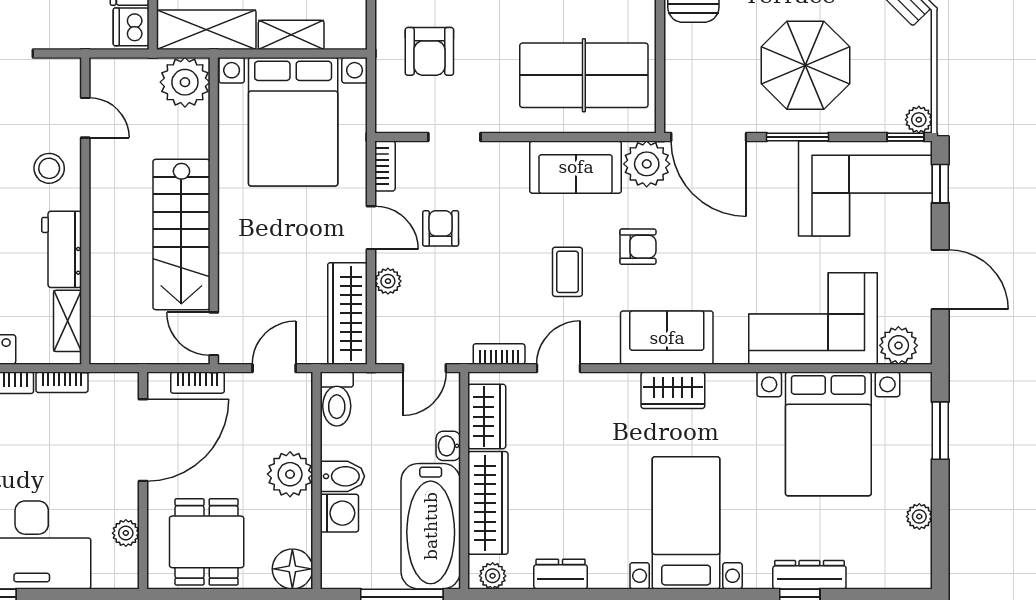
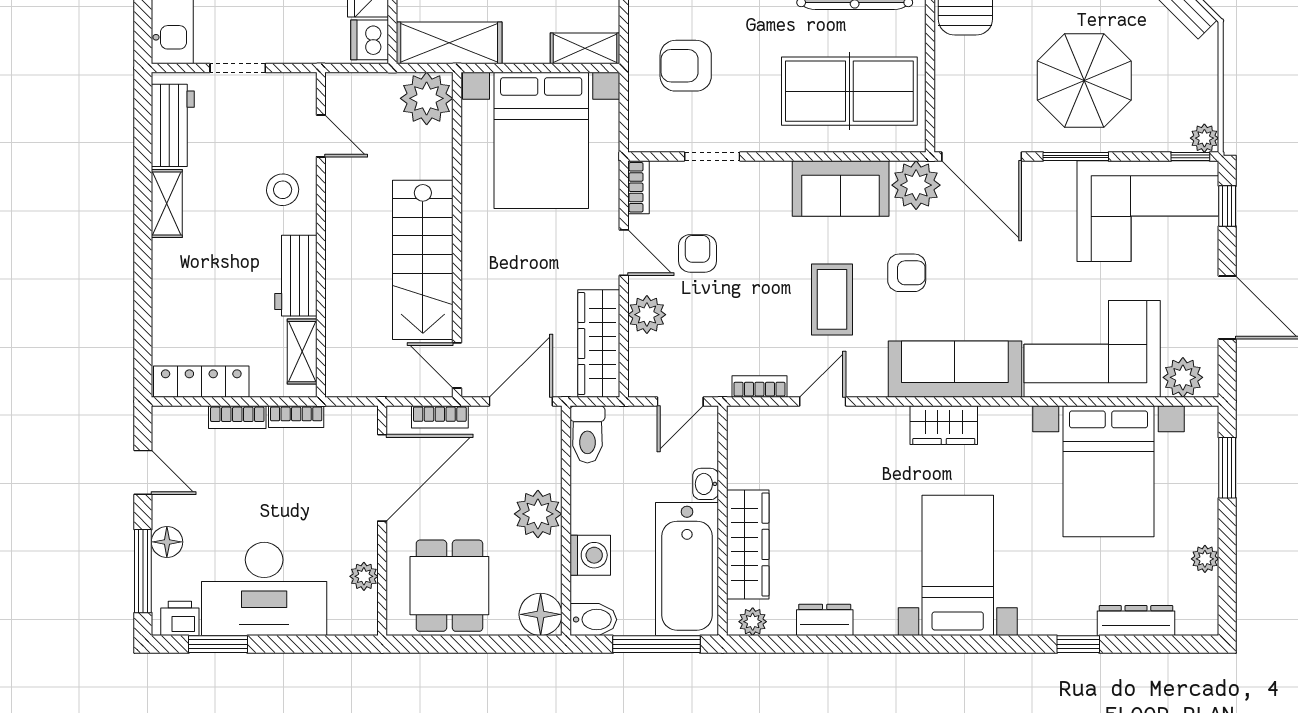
shelving: (291, 35) -> (585, 48), moved
armchair: (429, 51) -> (686, 66), turned 90
coffee table: (567, 272) -> (832, 299), width x1.36, depth x1.30
plant: (388, 281) -> (647, 315), width x1.38, depth x1.38
sofa: (667, 338) -> (955, 369), width x1.36
door: (274, 368) -> (521, 402), width x1.38
wardrobe: (487, 417) -> (746, 453), removed
bidet: (342, 476) -> (593, 620), moved
dresser: (809, 575) -> (1136, 621), moved

